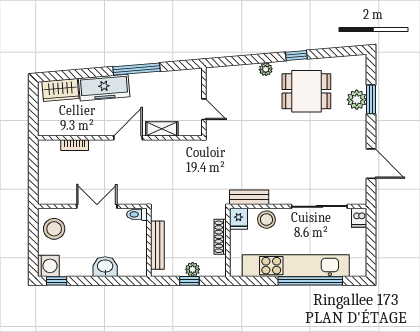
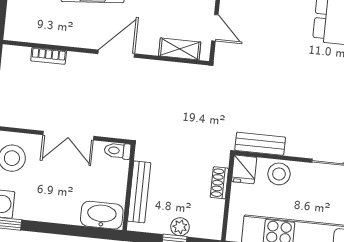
shelving: (162, 129) -> (180, 49), moved
double door: (97, 206) -> (68, 136), swing flipped
shoe rack: (220, 237) -> (219, 183), width x0.70
washbasin: (105, 267) -> (102, 215), moved, width x1.38

